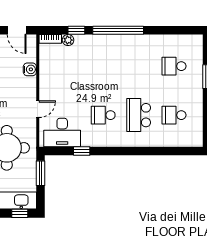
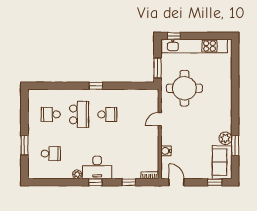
window: (118, 30) -> (95, 182), width x0.32
plant: (68, 40) -> (77, 174), moved
school desk: (174, 115) -> (51, 114), turned 180
desk: (62, 132) -> (97, 167), moved, turned 180
window: (82, 151) -> (96, 86), moved

